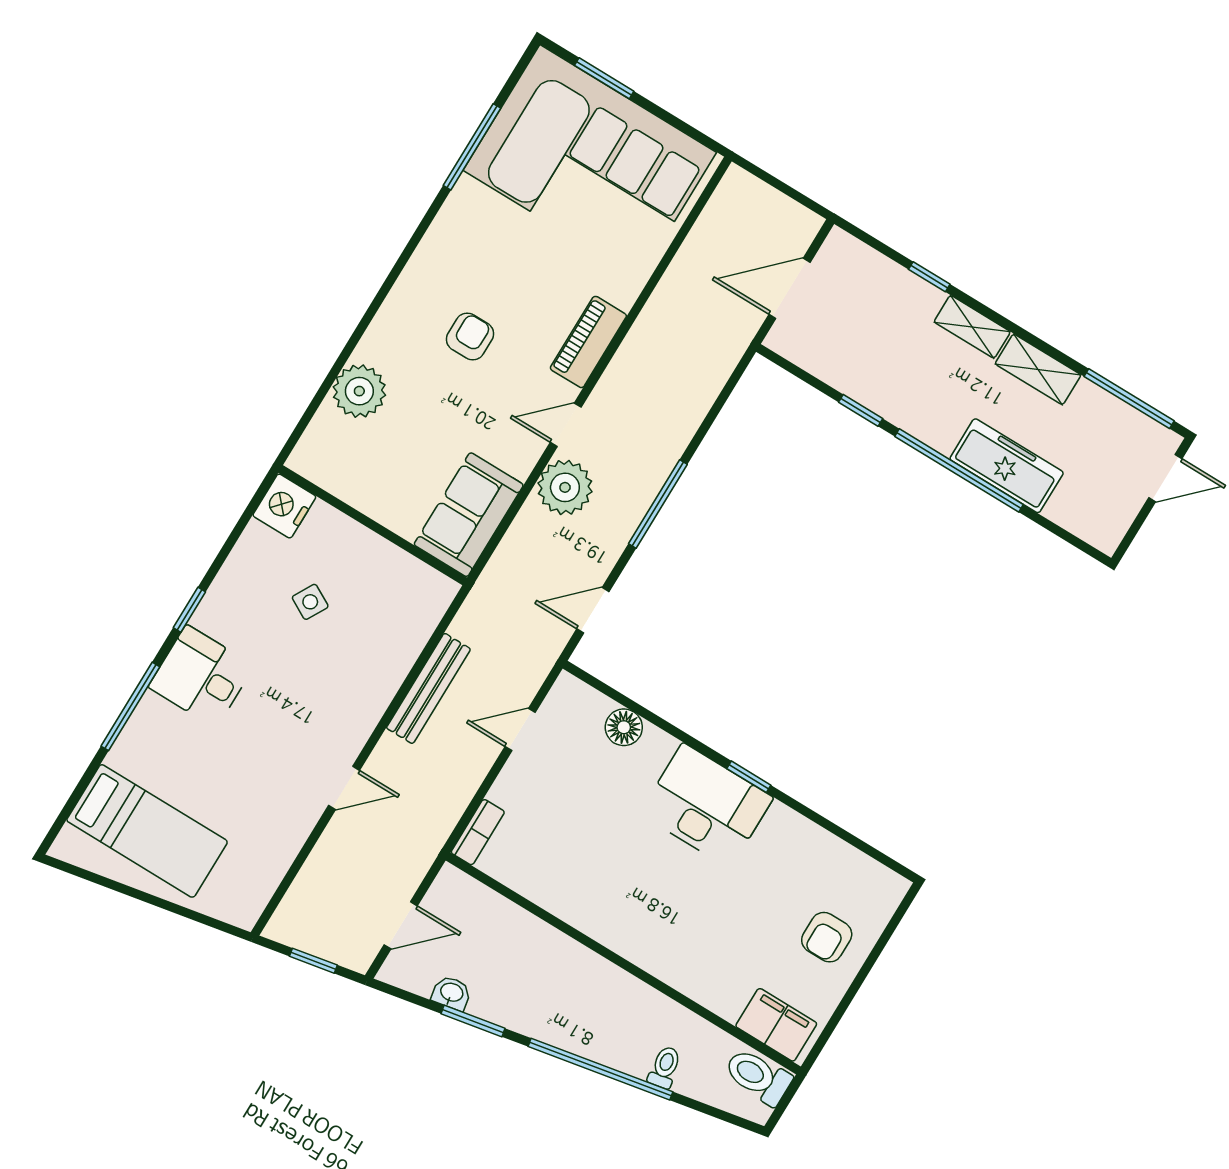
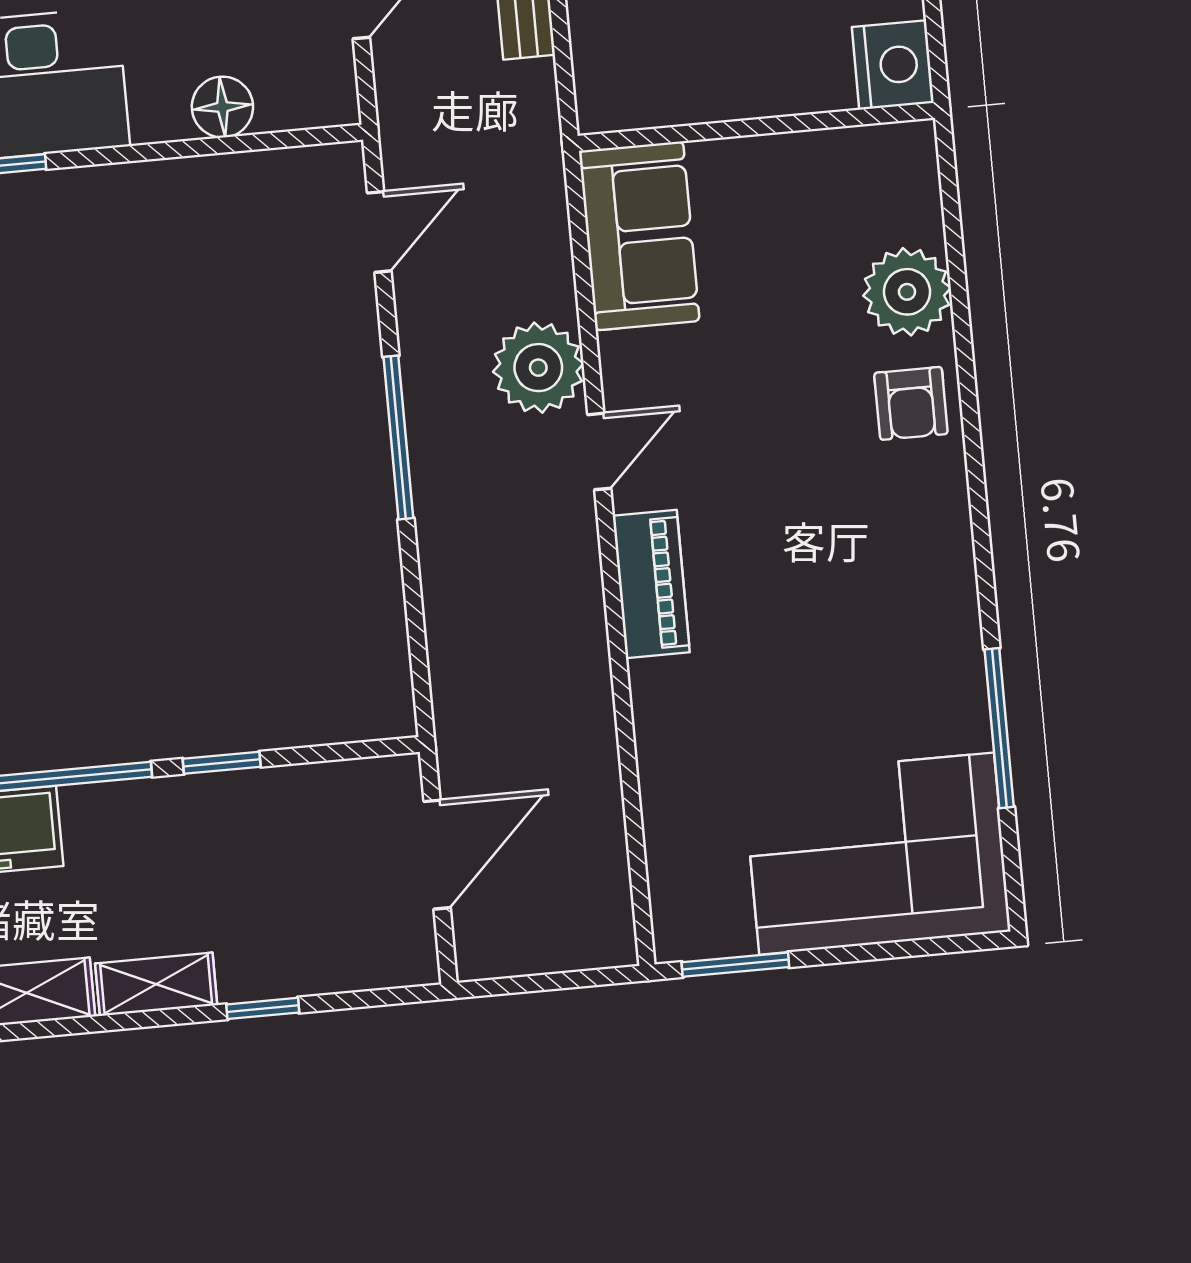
window: (604, 78) -> (735, 965), moved
corner sofa: (590, 161) -> (877, 854), width x0.73, depth x0.74
armchair: (470, 336) -> (911, 403), moved

